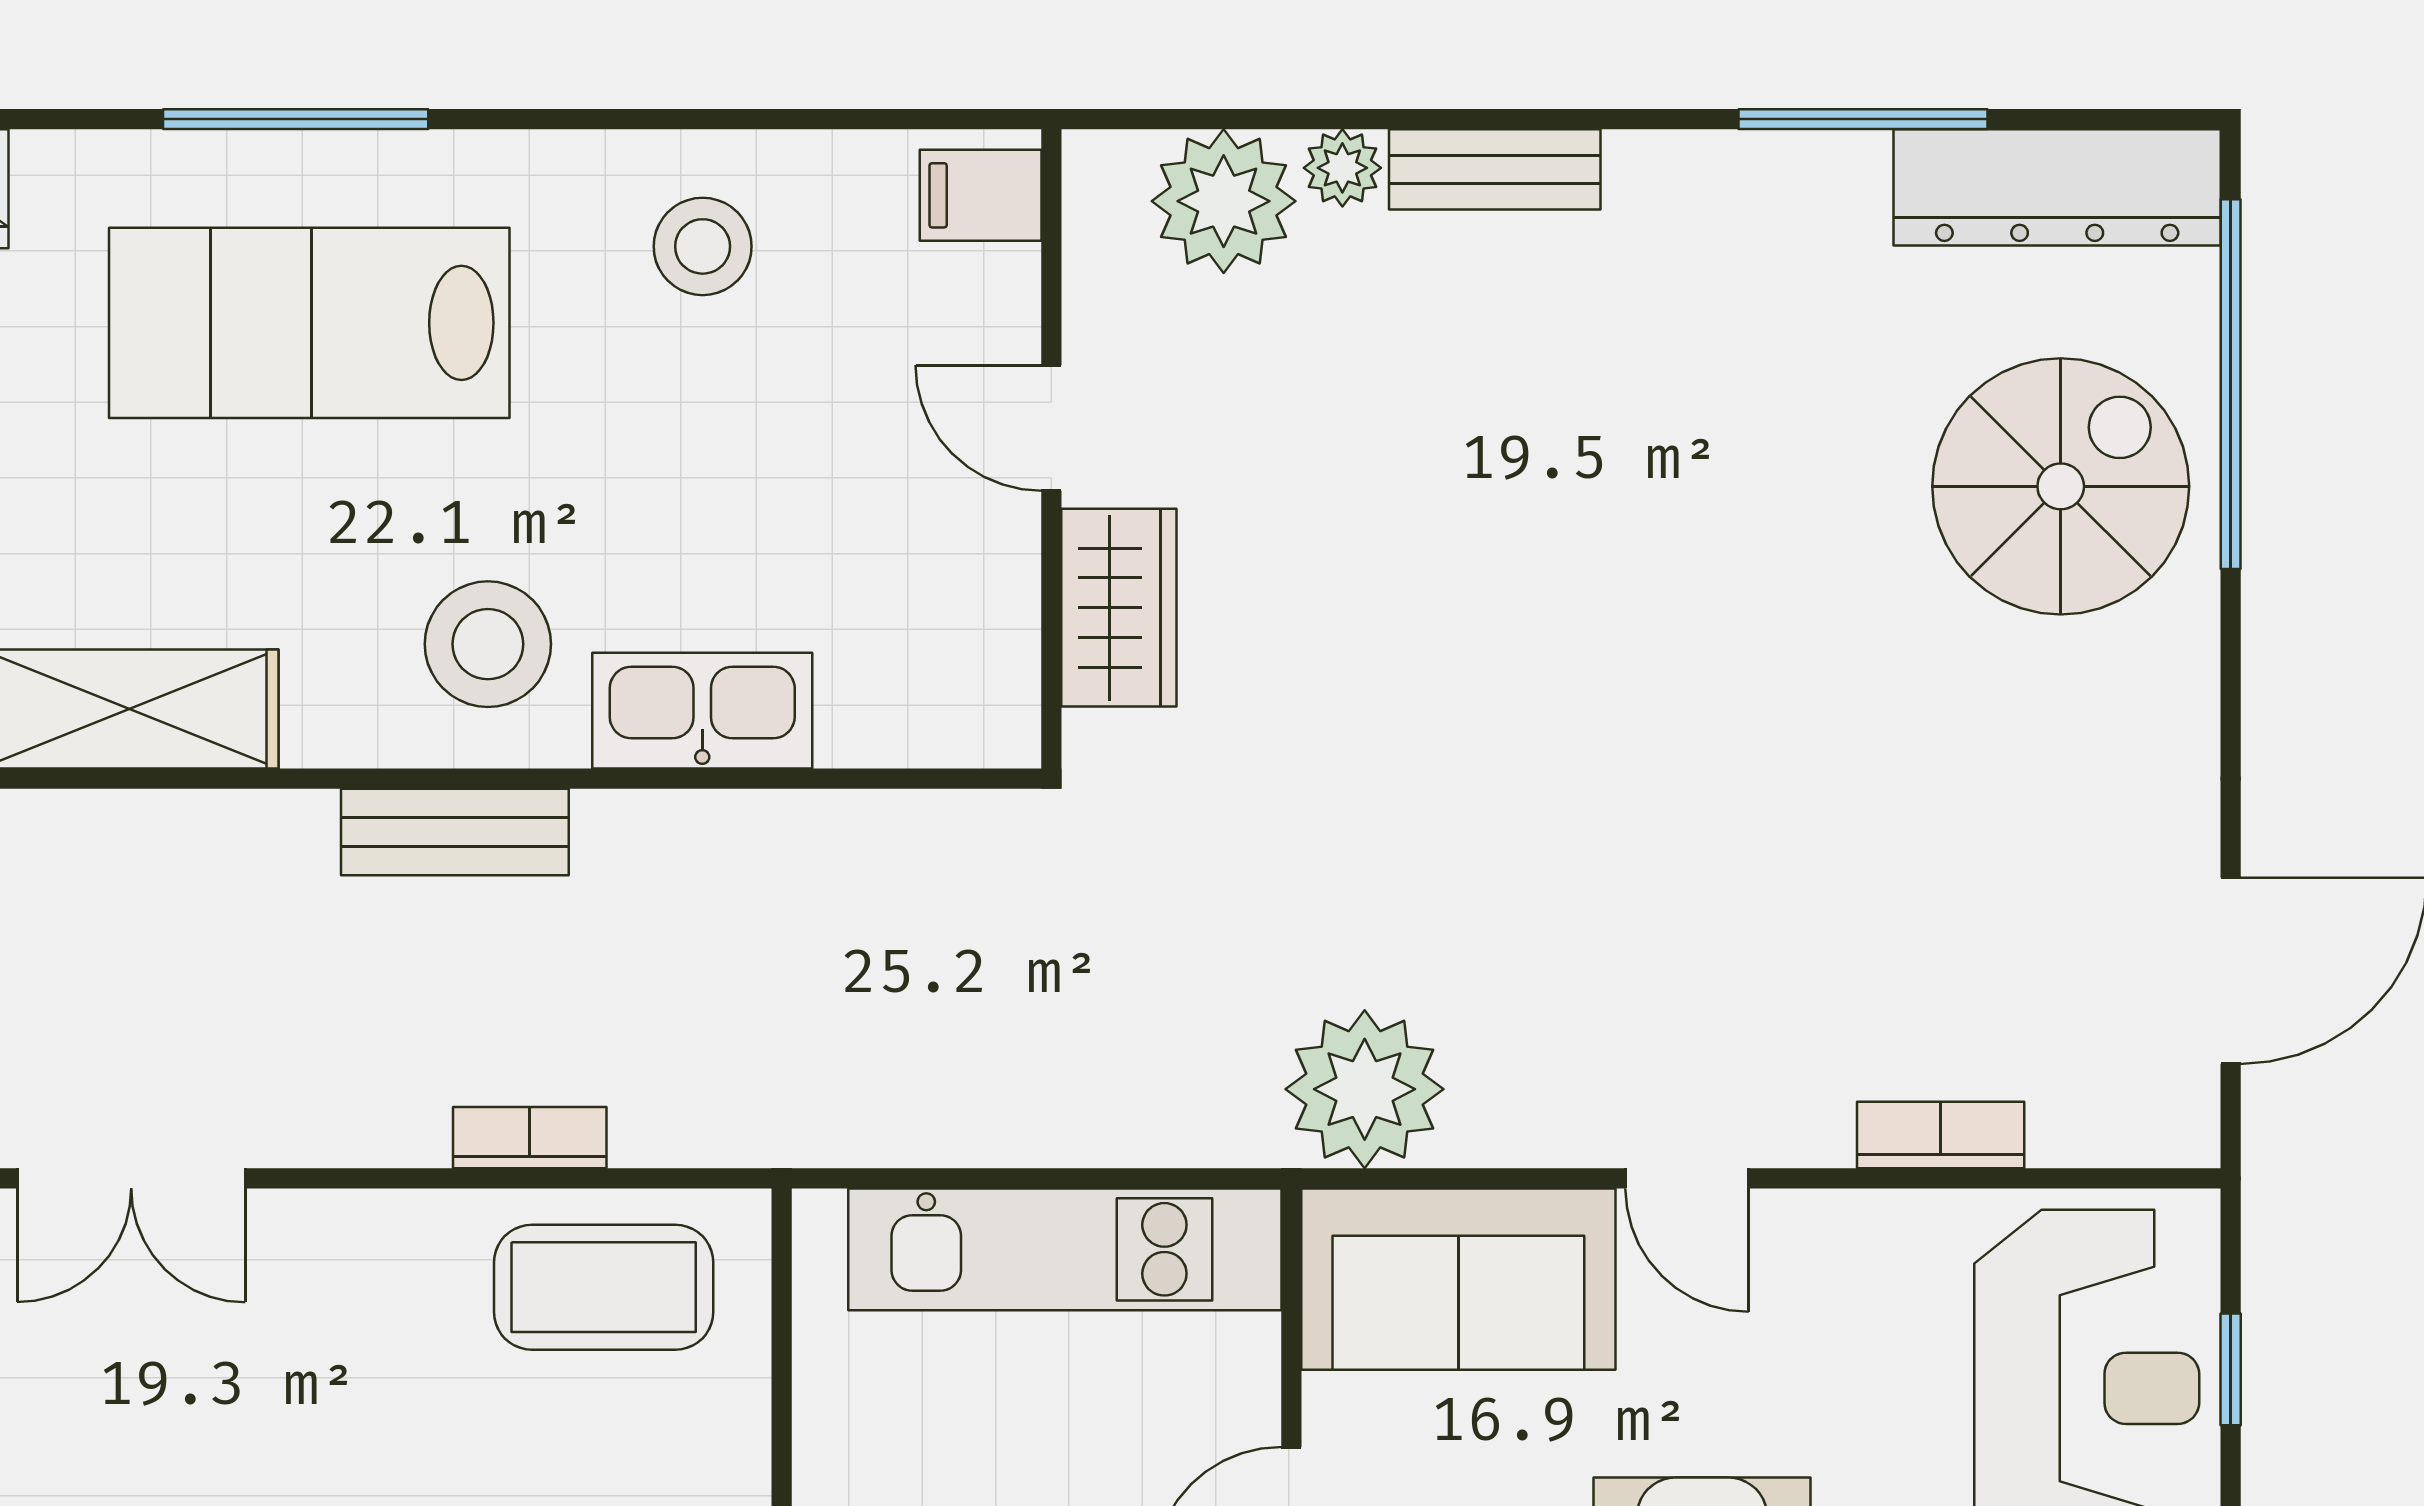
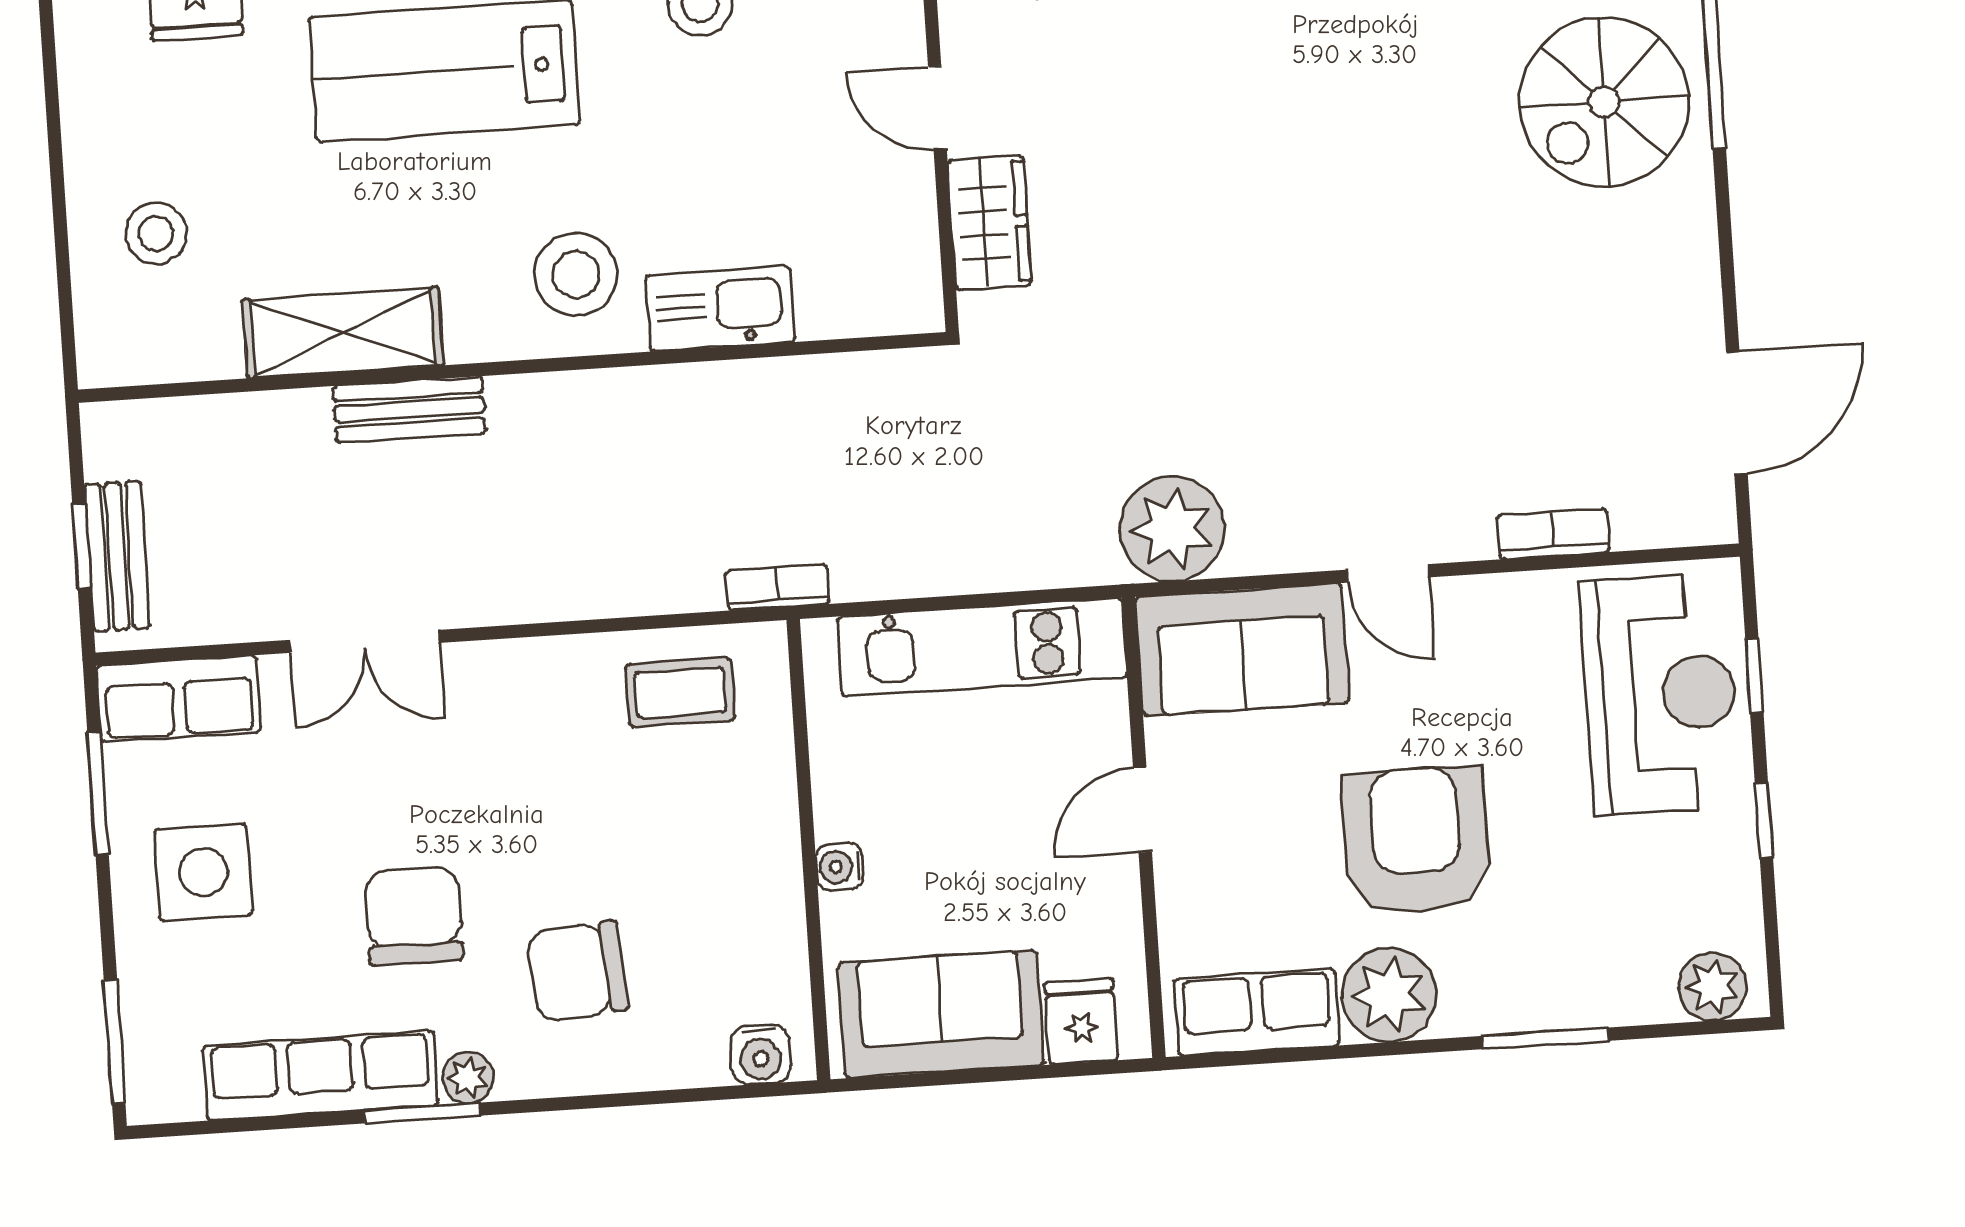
spiral stairs: (2061, 486) -> (1604, 102), turned 180
bench: (455, 832) -> (409, 410), moved
bookcase: (530, 1138) -> (778, 587), moved
coffee table: (604, 1287) -> (680, 692), width x0.73, depth x0.77

